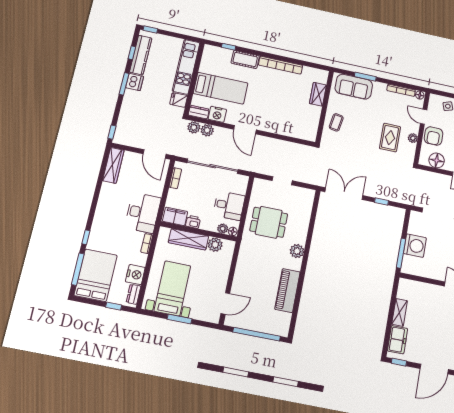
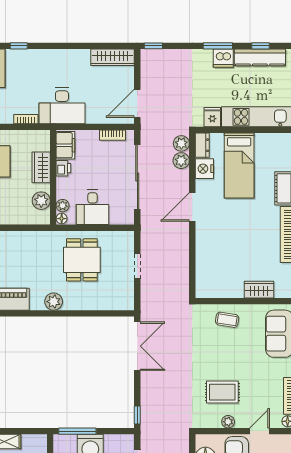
window: (382, 202) -> (137, 415), moved
wardrobe: (188, 239) -> (41, 167), width x0.67

